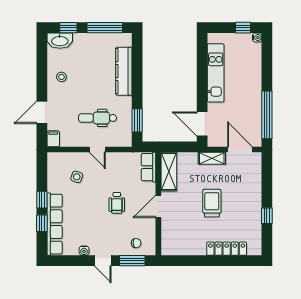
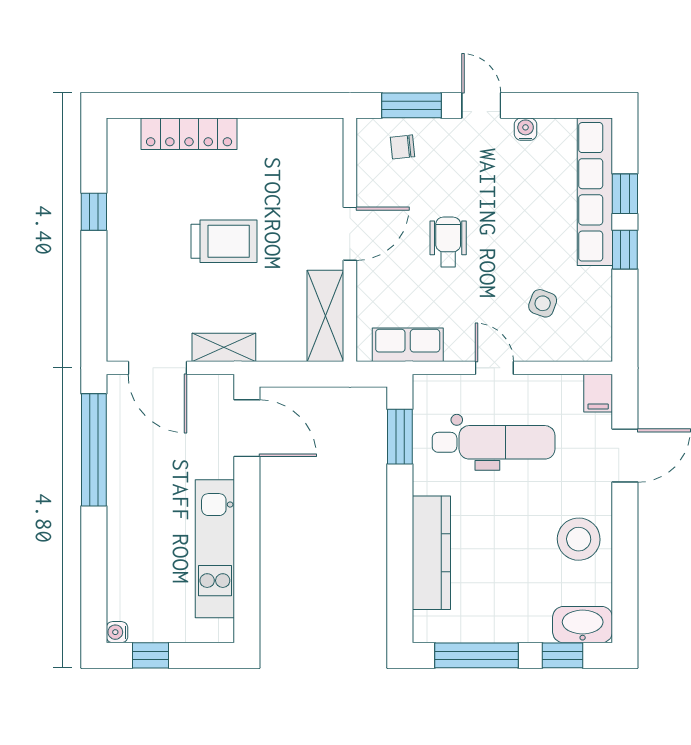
stool: (61, 77) -> (579, 539), width x1.89, depth x1.89
dental chair: (98, 118) -> (494, 442), width x1.36, depth x1.38
row of seats: (149, 167) -> (408, 345), moved, turned -90
trolley: (212, 203) -> (224, 241), turned -90

